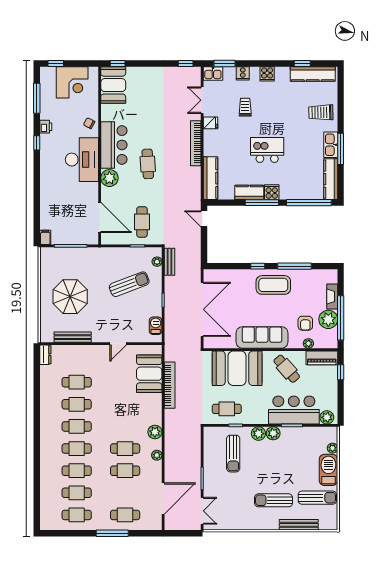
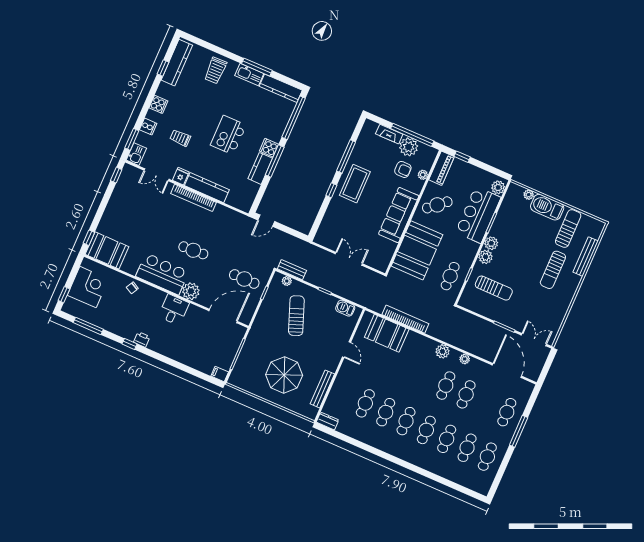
printer: (46, 127) -> (142, 339), moved
desk: (82, 160) -> (174, 310), width x0.53, depth x0.77
kitchen counter: (210, 178) -> (207, 188), moved
double door: (202, 309) -> (349, 259), width x0.54

